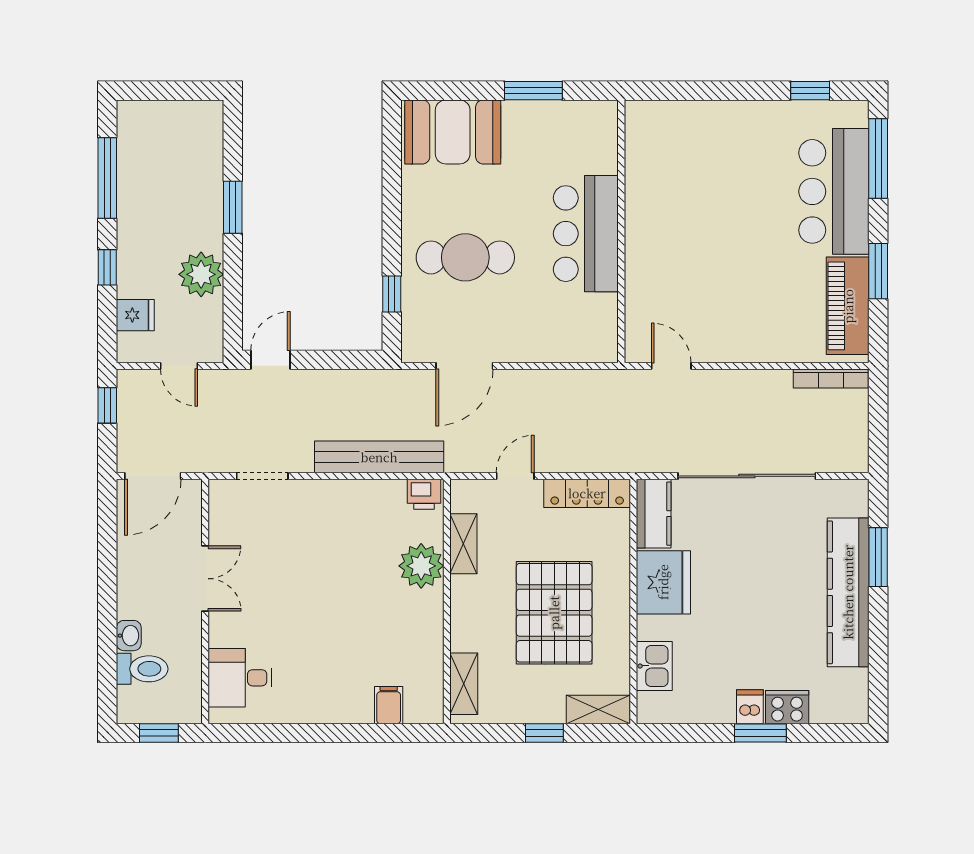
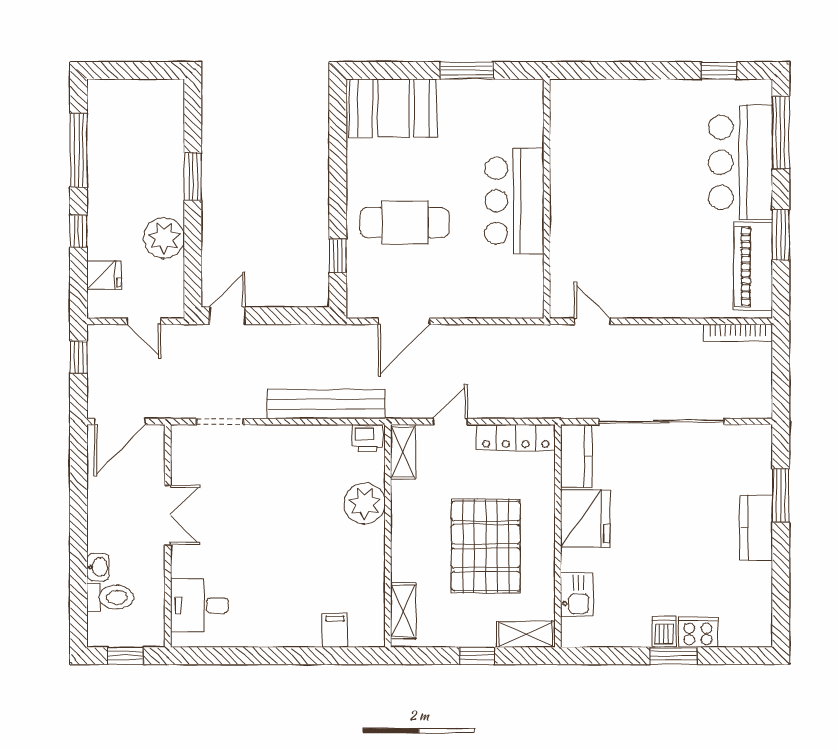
shelving: (463, 544) -> (403, 452), moved
kitchen counter: (848, 592) -> (756, 528), width x0.48, depth x0.86

